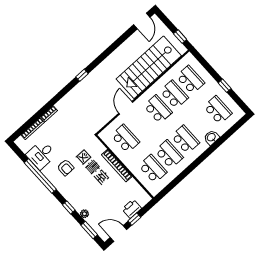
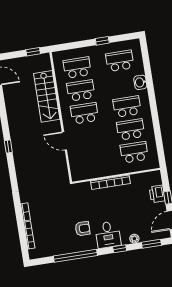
stairs: (149, 67) -> (47, 96), width x0.73, depth x0.66
window: (82, 75) -> (8, 147), moved
school desk: (125, 139) -> (92, 159), removed
desk: (41, 155) -> (108, 235), moved

